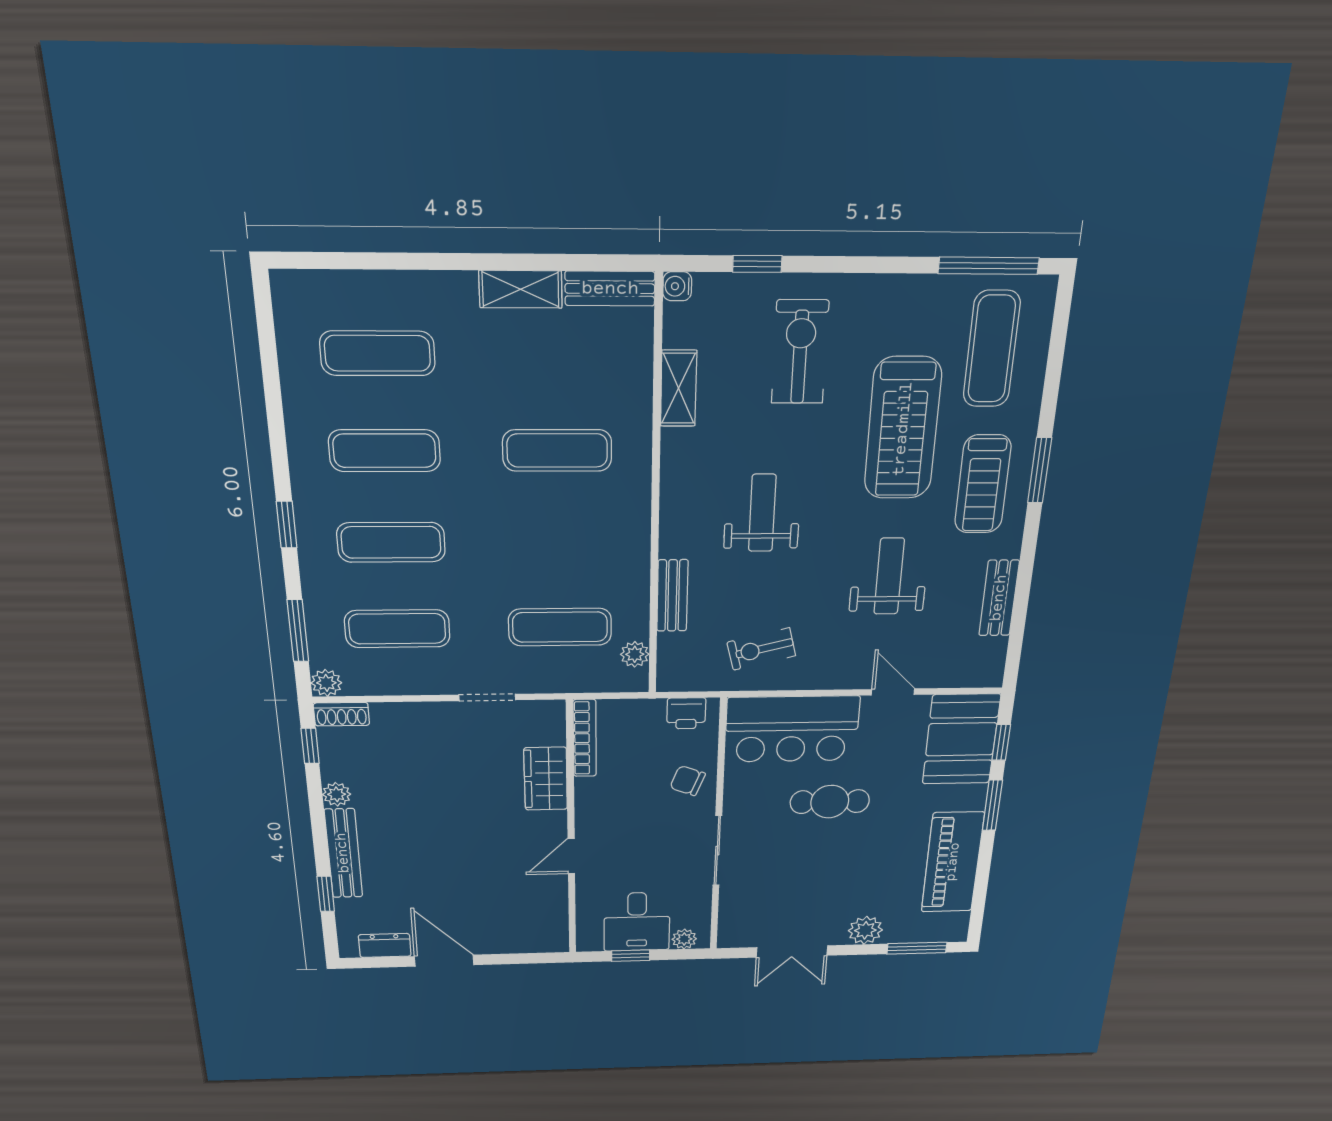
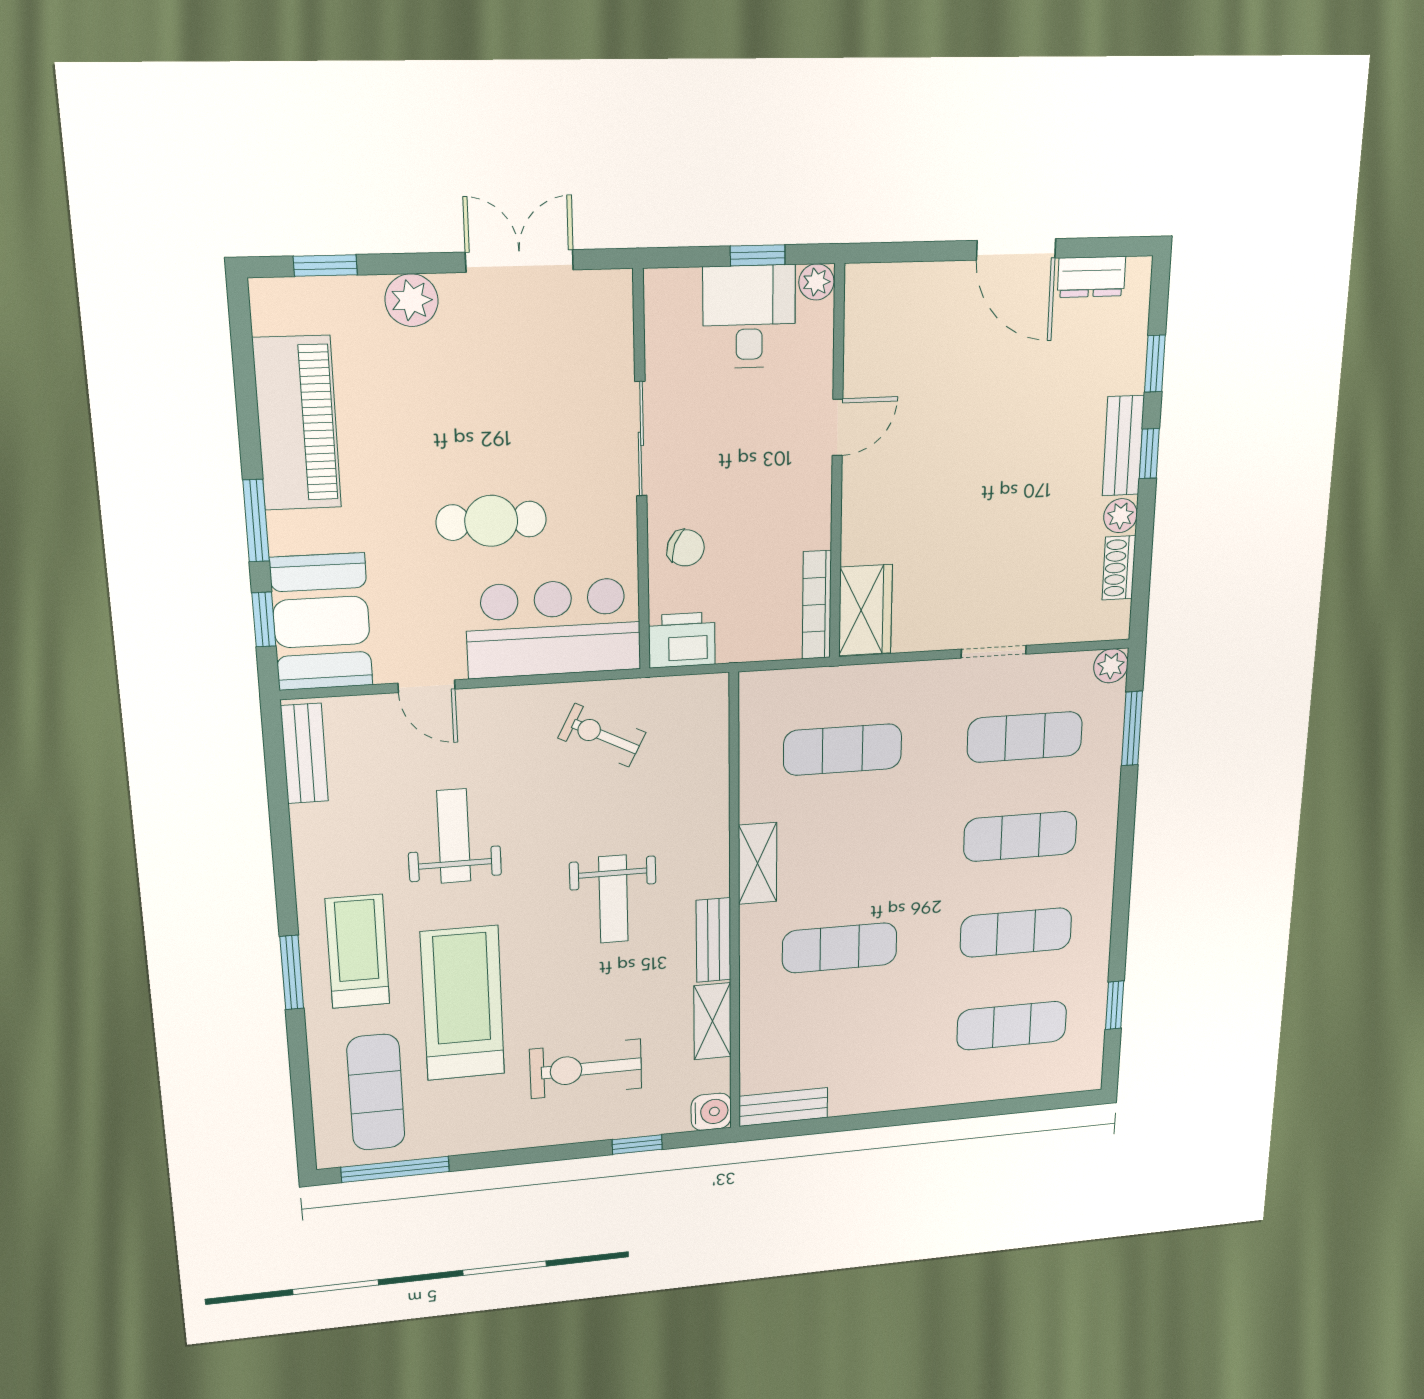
water cooler: (677, 286) -> (711, 1112), width x1.38, depth x1.38
shelving: (521, 289) -> (758, 863), moved, turned 90
exercise bike: (800, 352) -> (586, 1069), turned 90
window: (287, 525) -> (1115, 1005), moved
weight bench: (889, 576) -> (454, 836), turned 180
bench: (672, 596) -> (713, 940), moved
bench: (999, 598) -> (304, 754), moved
exercise bike: (761, 649) -> (602, 735), turned -139
plant: (635, 654) -> (756, 720), removed
doorway: (487, 697) -> (994, 652), moved
printer: (686, 713) -> (682, 640), width x1.36, depth x1.24
shoe rack: (341, 714) -> (1119, 568), moved, turned -90
window: (310, 746) -> (1149, 454), moved
wardrobe: (546, 779) -> (865, 610), moved
bench: (343, 853) -> (1123, 446), width x0.73
plant: (684, 939) -> (816, 282), moved
window: (917, 948) -> (325, 266), width x0.67

